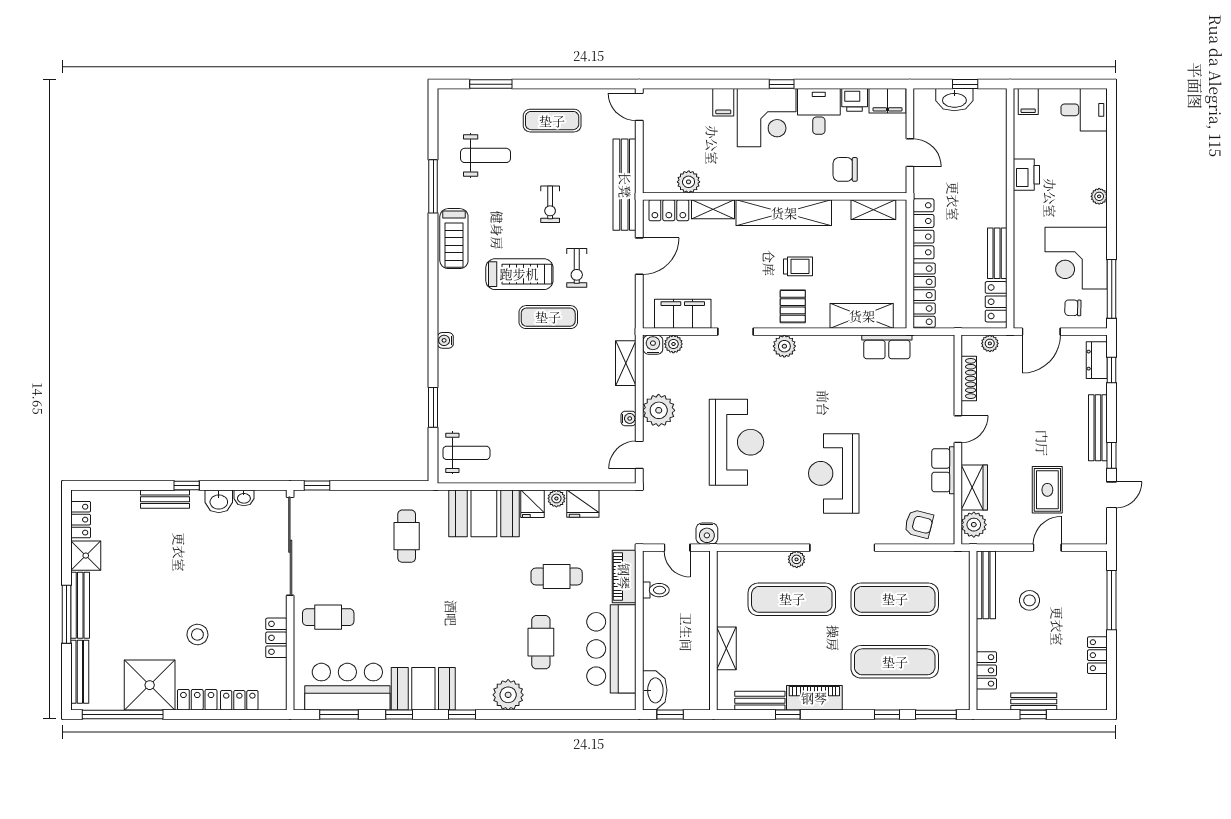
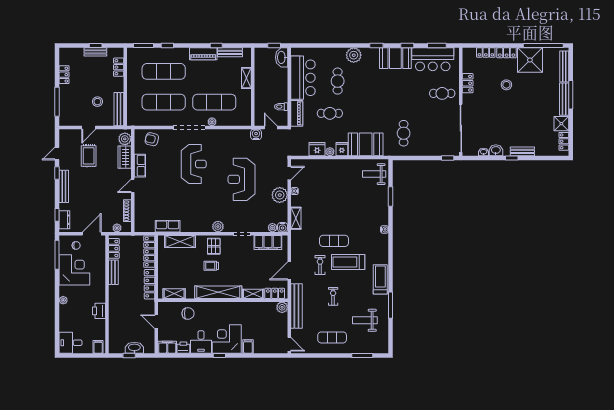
plant: (689, 182) -> (282, 307), moved

